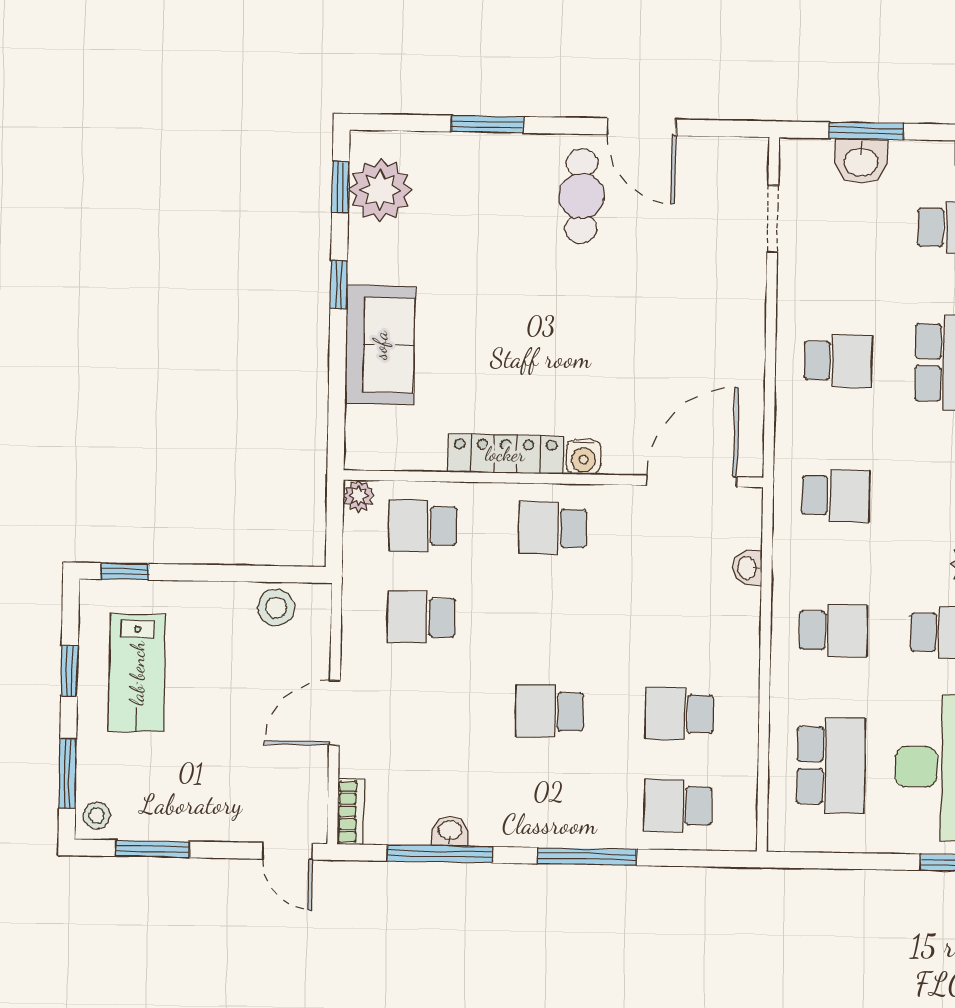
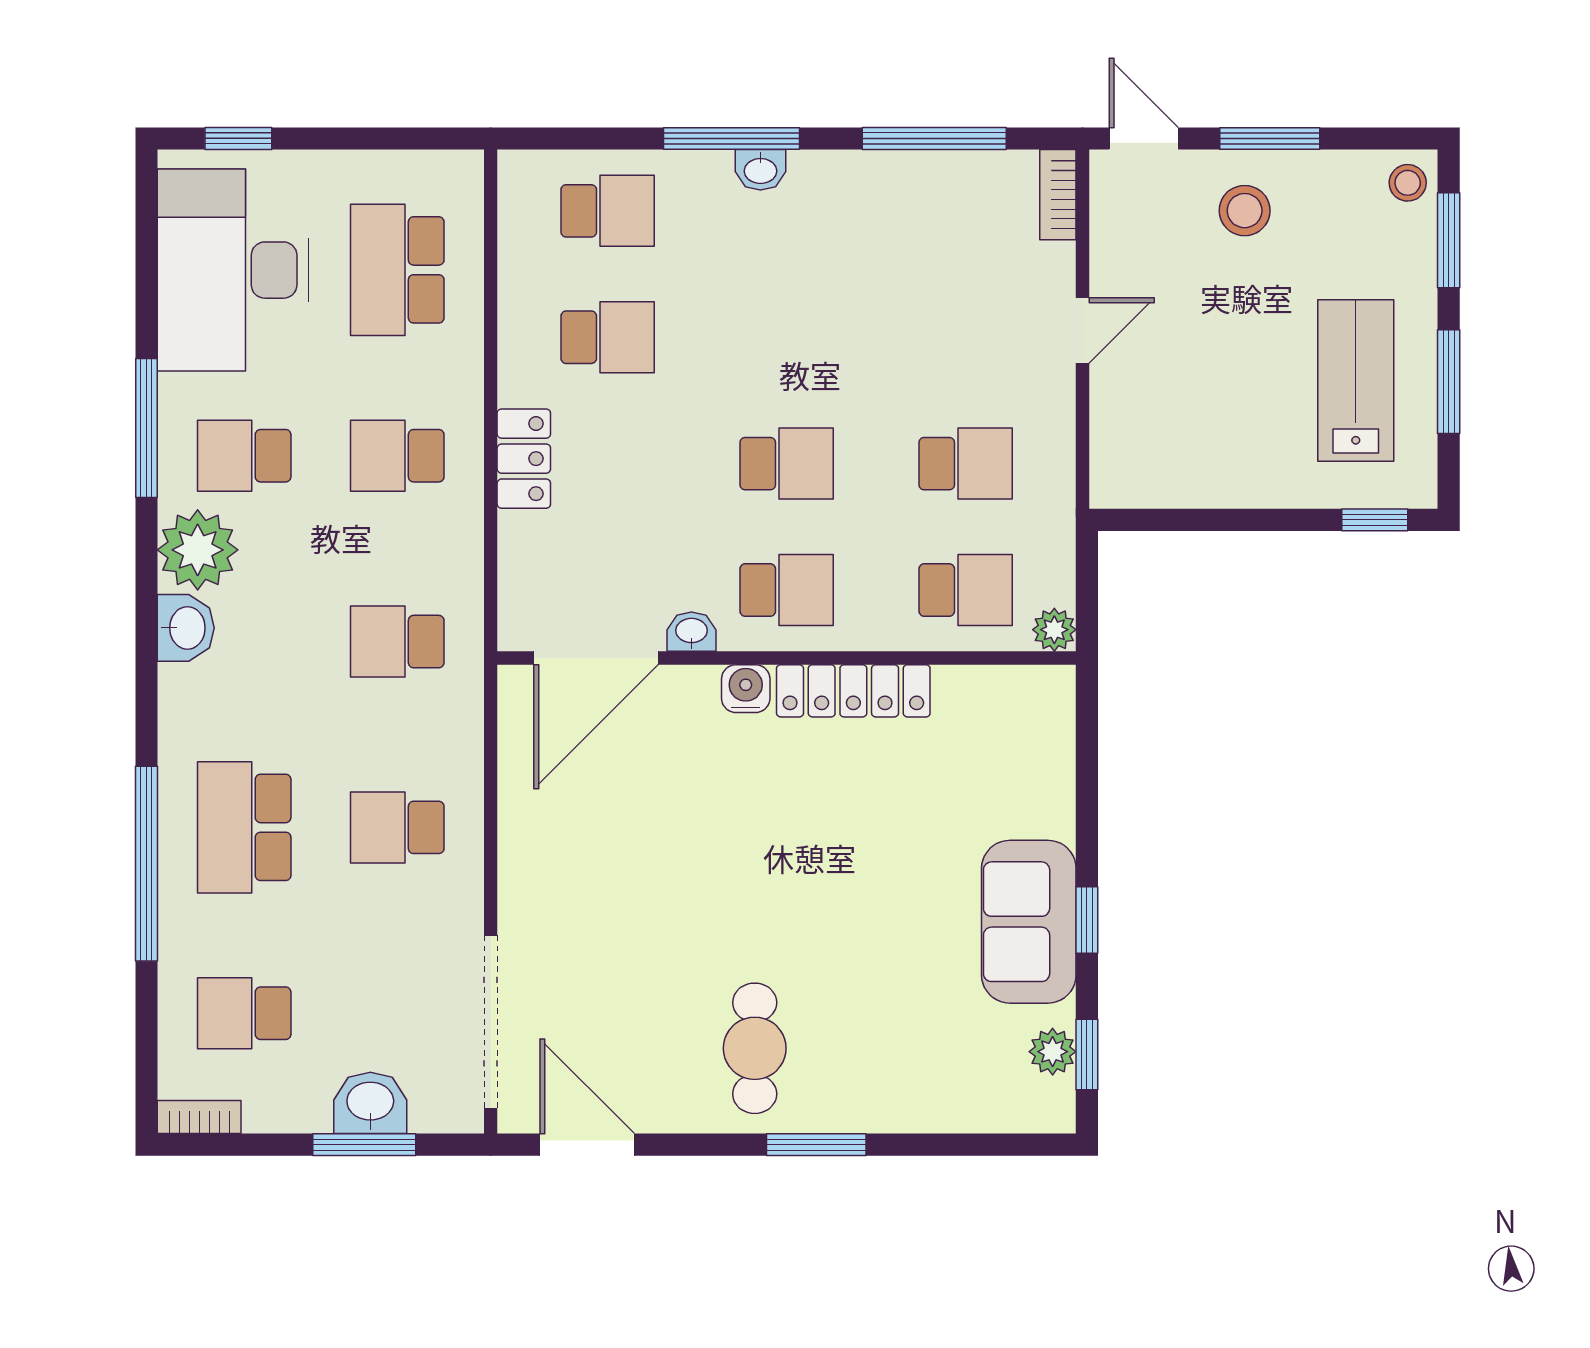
window: (487, 124) -> (816, 1145), moved
door: (641, 127) -> (587, 1145), moved
plant: (380, 190) -> (1053, 1052), width x0.53, depth x0.53
doorway: (773, 219) -> (491, 1022), width x1.88
sofa: (380, 345) -> (1029, 922), moved
washbasin: (748, 568) -> (691, 632), moved, turned -90
stool: (276, 608) -> (1245, 211), moved
locker: (742, 627) -> (524, 459), added
window: (69, 671) -> (1449, 382), width x1.50
school desk: (549, 712) -> (787, 464), moved
door: (334, 713) -> (1083, 330), width x0.73
washbasin: (450, 831) -> (760, 170), moved
window: (153, 849) -> (1270, 138), moved

